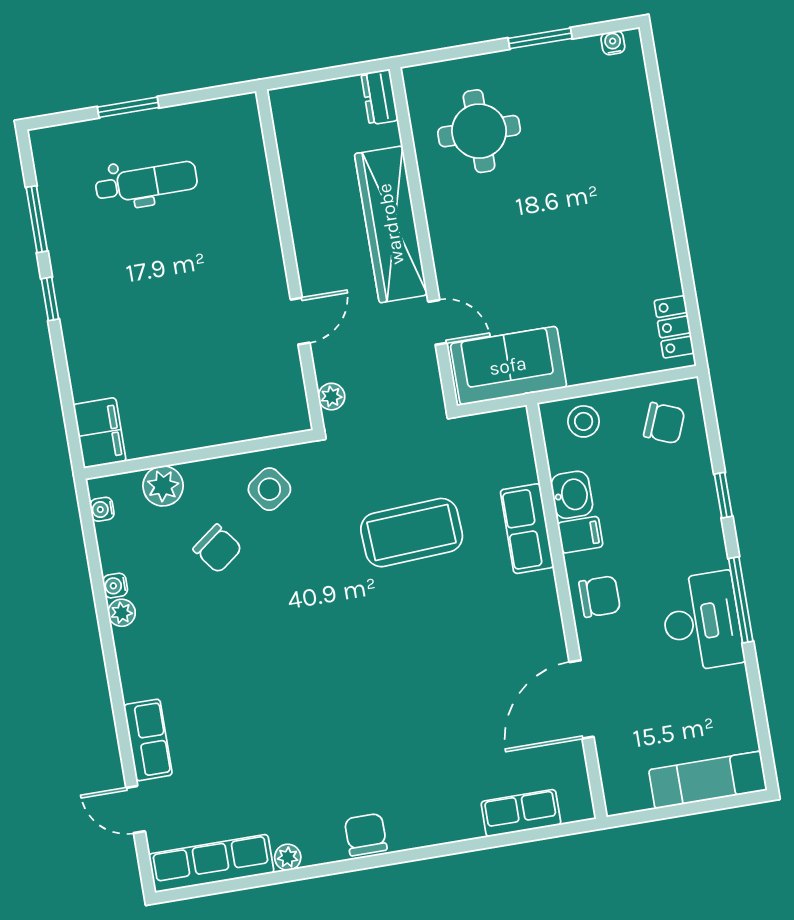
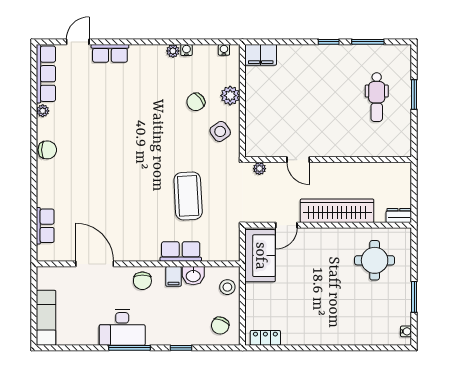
plant: (163, 486) -> (230, 96), moved

